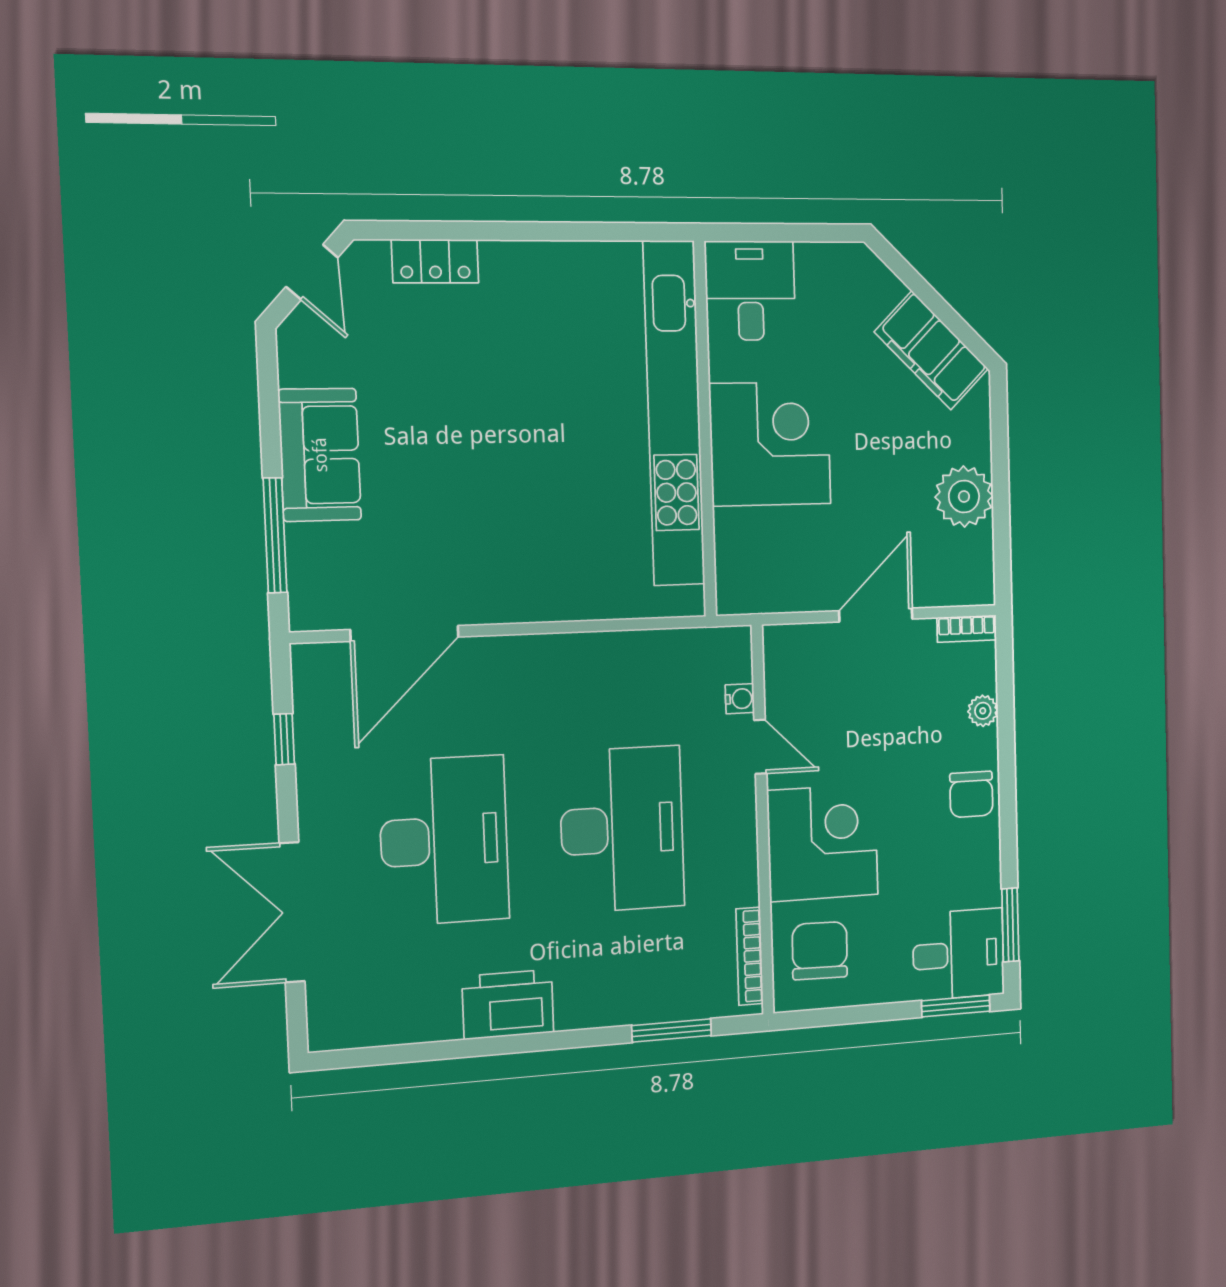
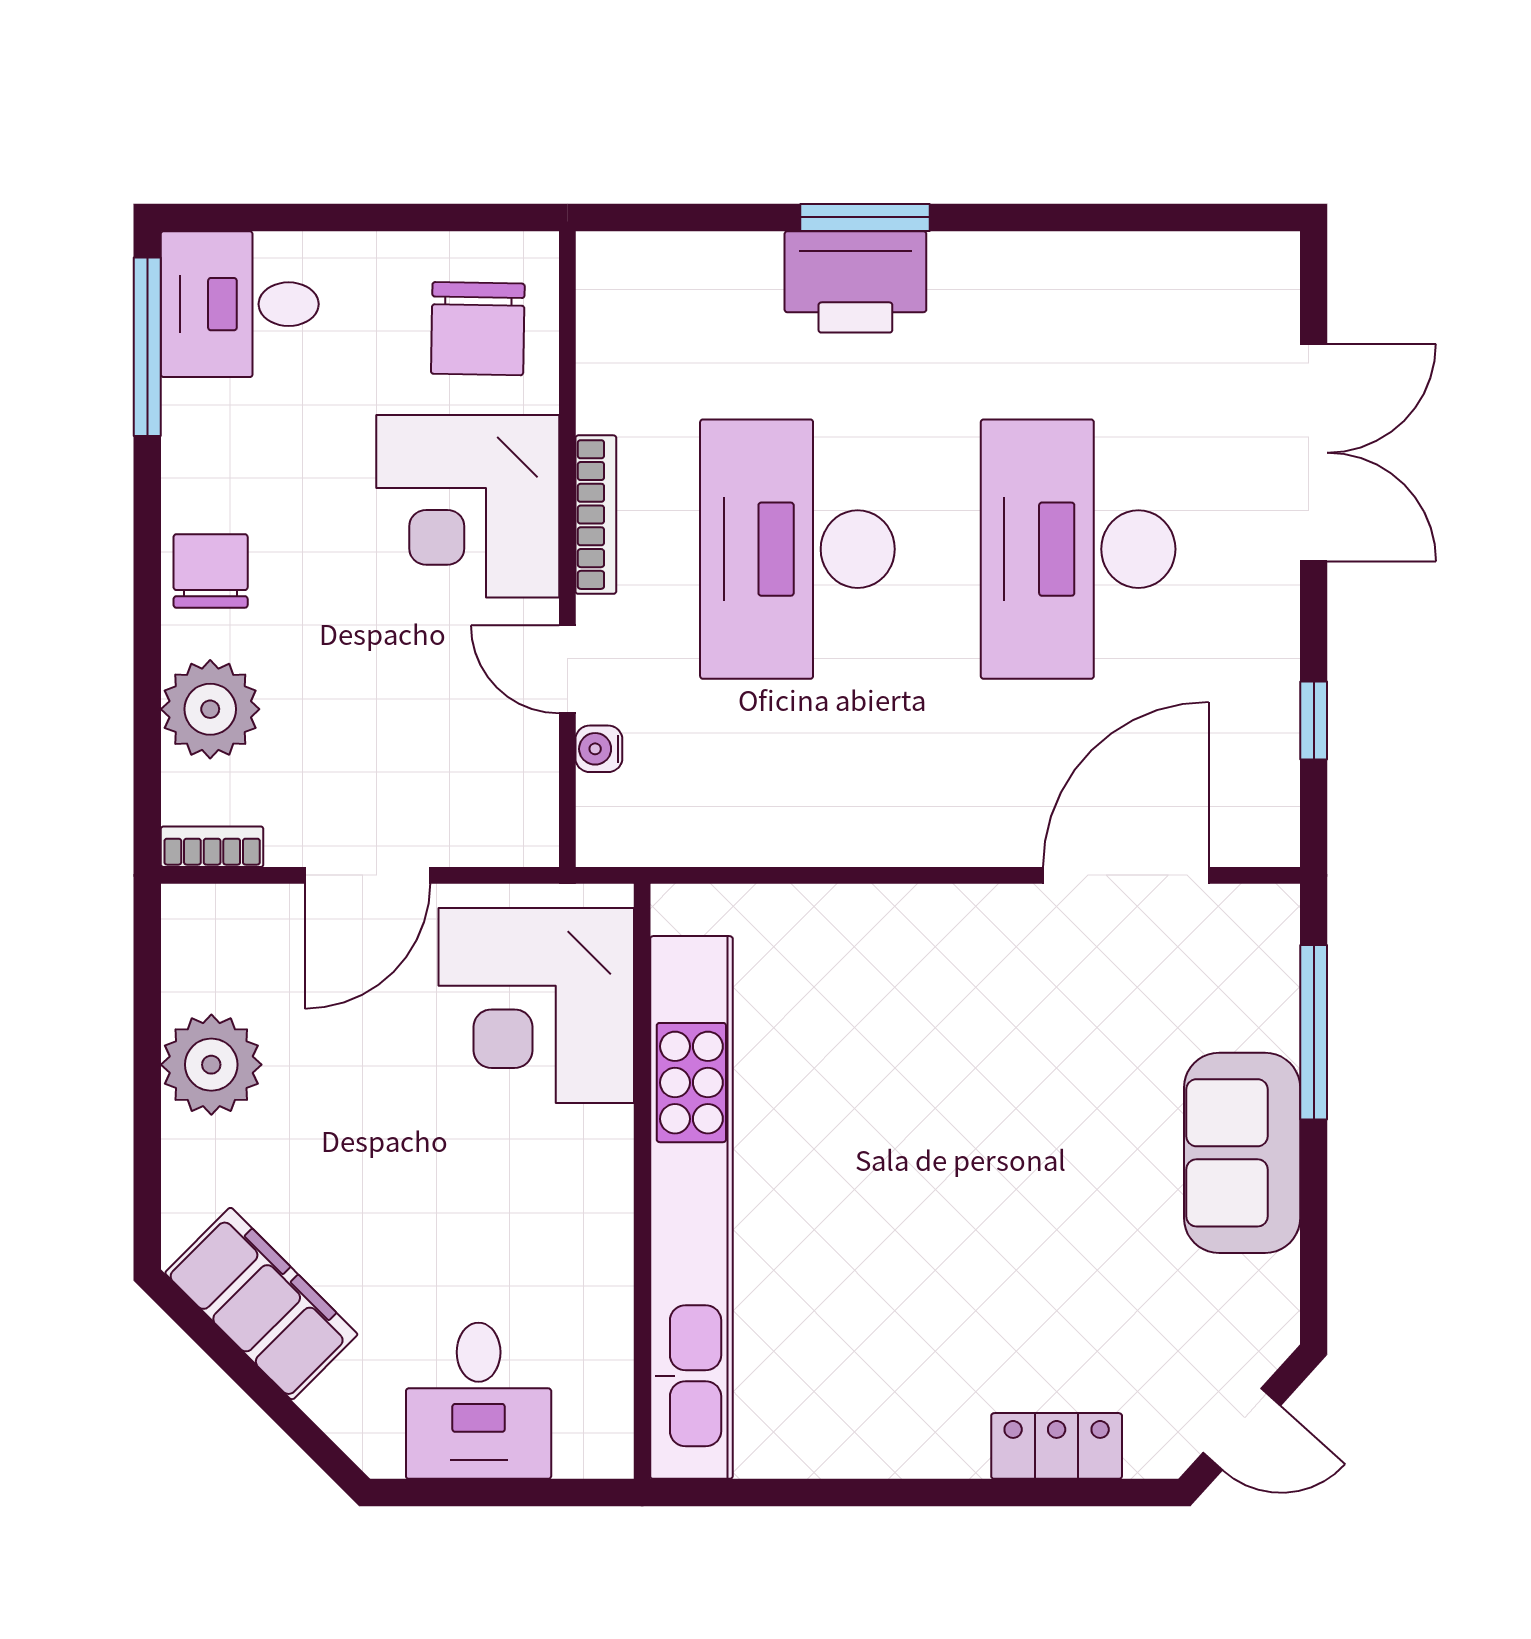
door: (312, 272) -> (1242, 1429), swing flipped
desk: (750, 291) -> (479, 1401), moved
corner desk: (770, 444) -> (536, 1005), moved
plant: (983, 711) -> (210, 709), width x1.87, depth x1.87
window: (1010, 925) -> (147, 347), width x1.44
bookcase: (749, 956) -> (596, 515), moved
printer: (508, 1004) -> (855, 282), moved
window: (956, 1006) -> (247, 217), removed
window: (672, 1030) -> (865, 217), moved

